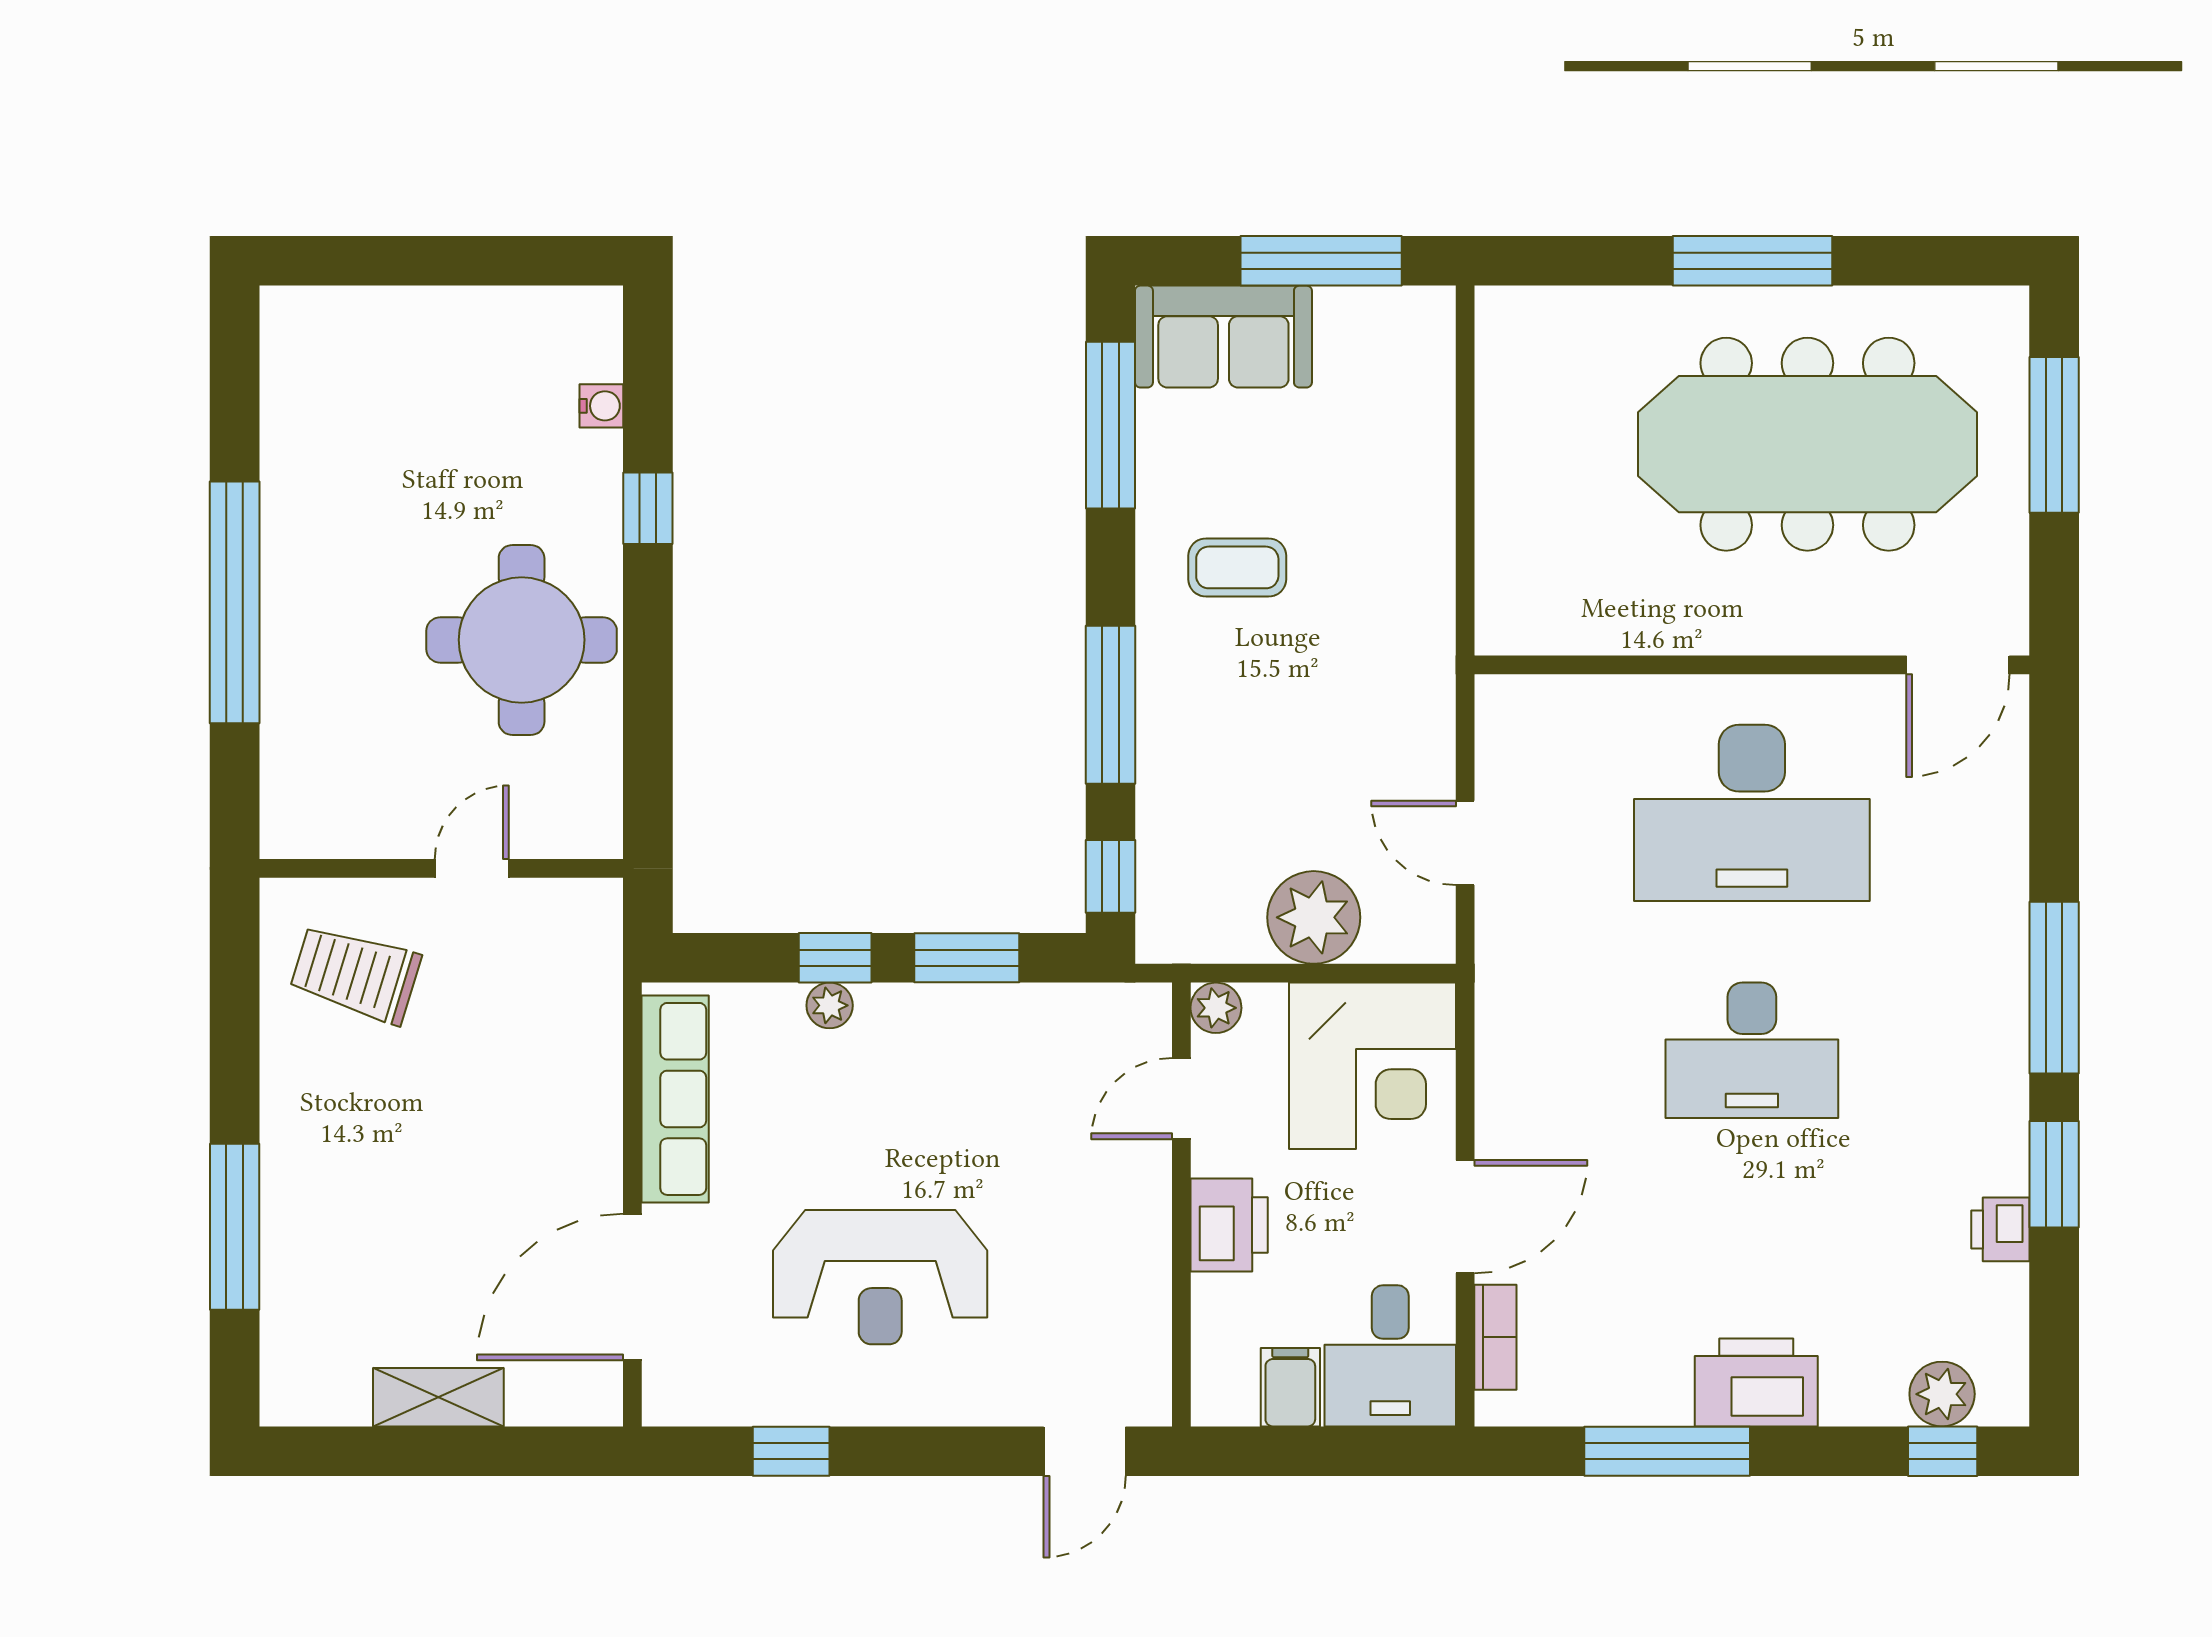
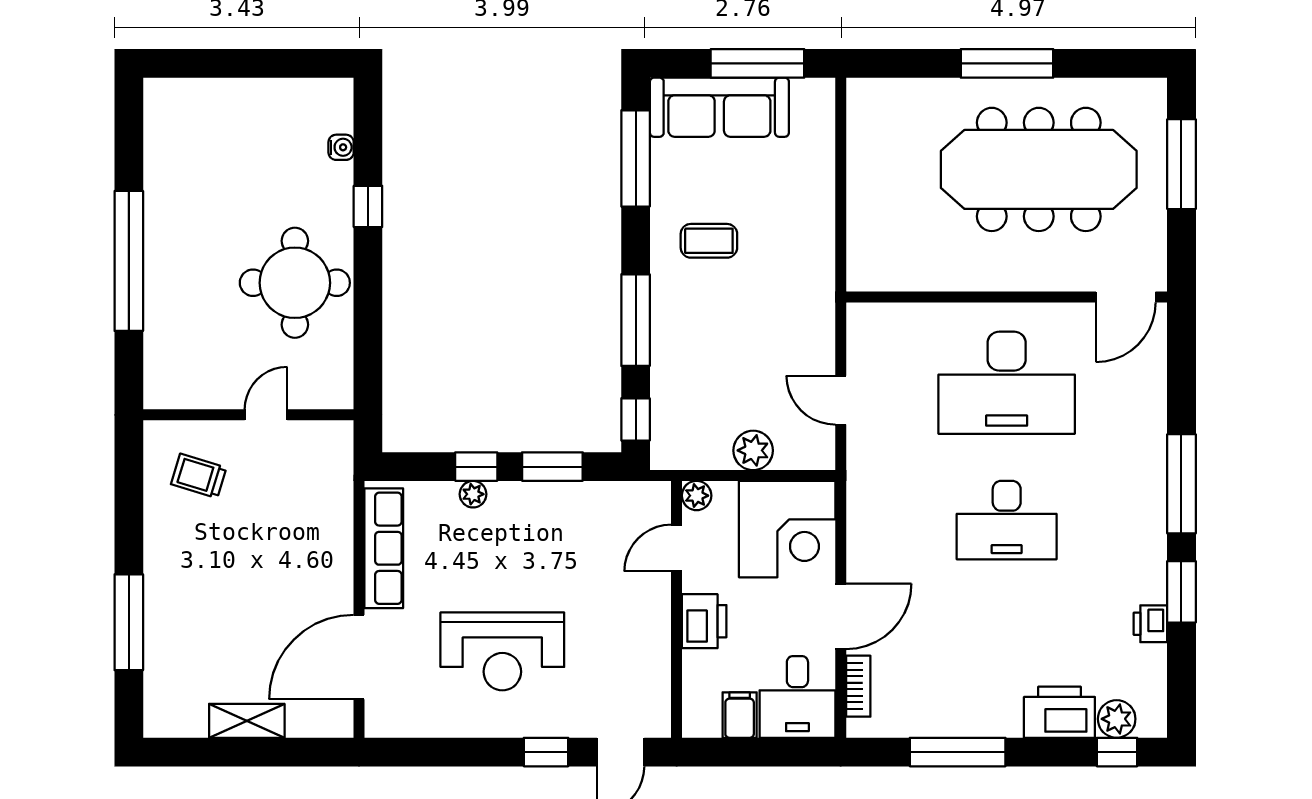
sofa: (1223, 337) -> (719, 107), width x1.36
plant: (1314, 917) -> (753, 450), width x0.73, depth x0.73
trolley: (355, 974) -> (199, 476), width x0.73, depth x0.72
printer: (1756, 1382) -> (1059, 712), moved
window: (791, 1451) -> (546, 752), moved

